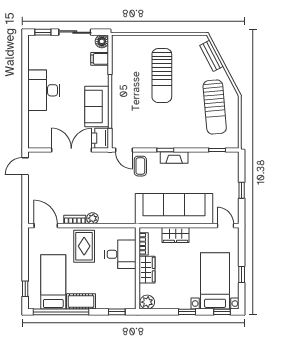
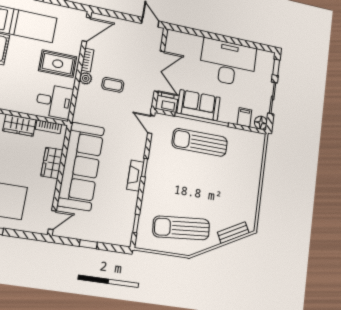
sun lounger: (162, 76) -> (200, 142), moved
desk: (44, 90) -> (228, 63), width x1.36, depth x1.30
door: (124, 150) -> (151, 124), hinge flipped
coffee table: (140, 166) -> (113, 85), moved
desk: (120, 254) -> (54, 101), moved, turned -90

